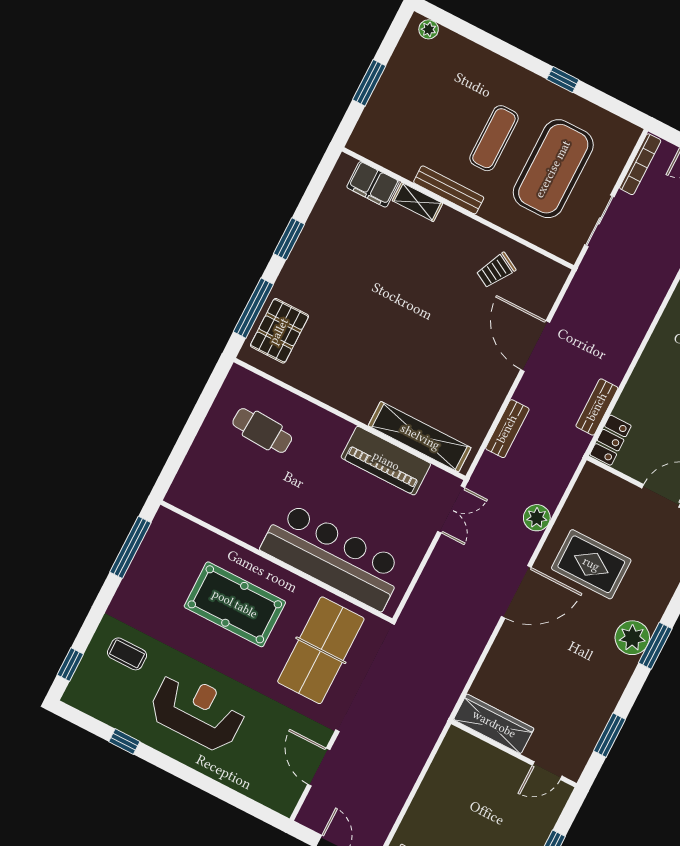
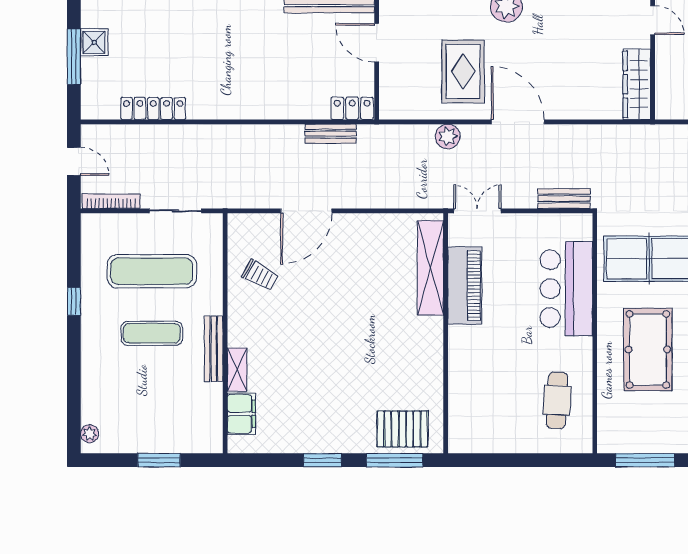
exercise mat: (553, 169) -> (152, 271), width x0.68
bench: (507, 429) -> (564, 199), moved
cafe table: (262, 431) -> (557, 400), moved
bar counter: (333, 556) -> (566, 289), width x0.73

